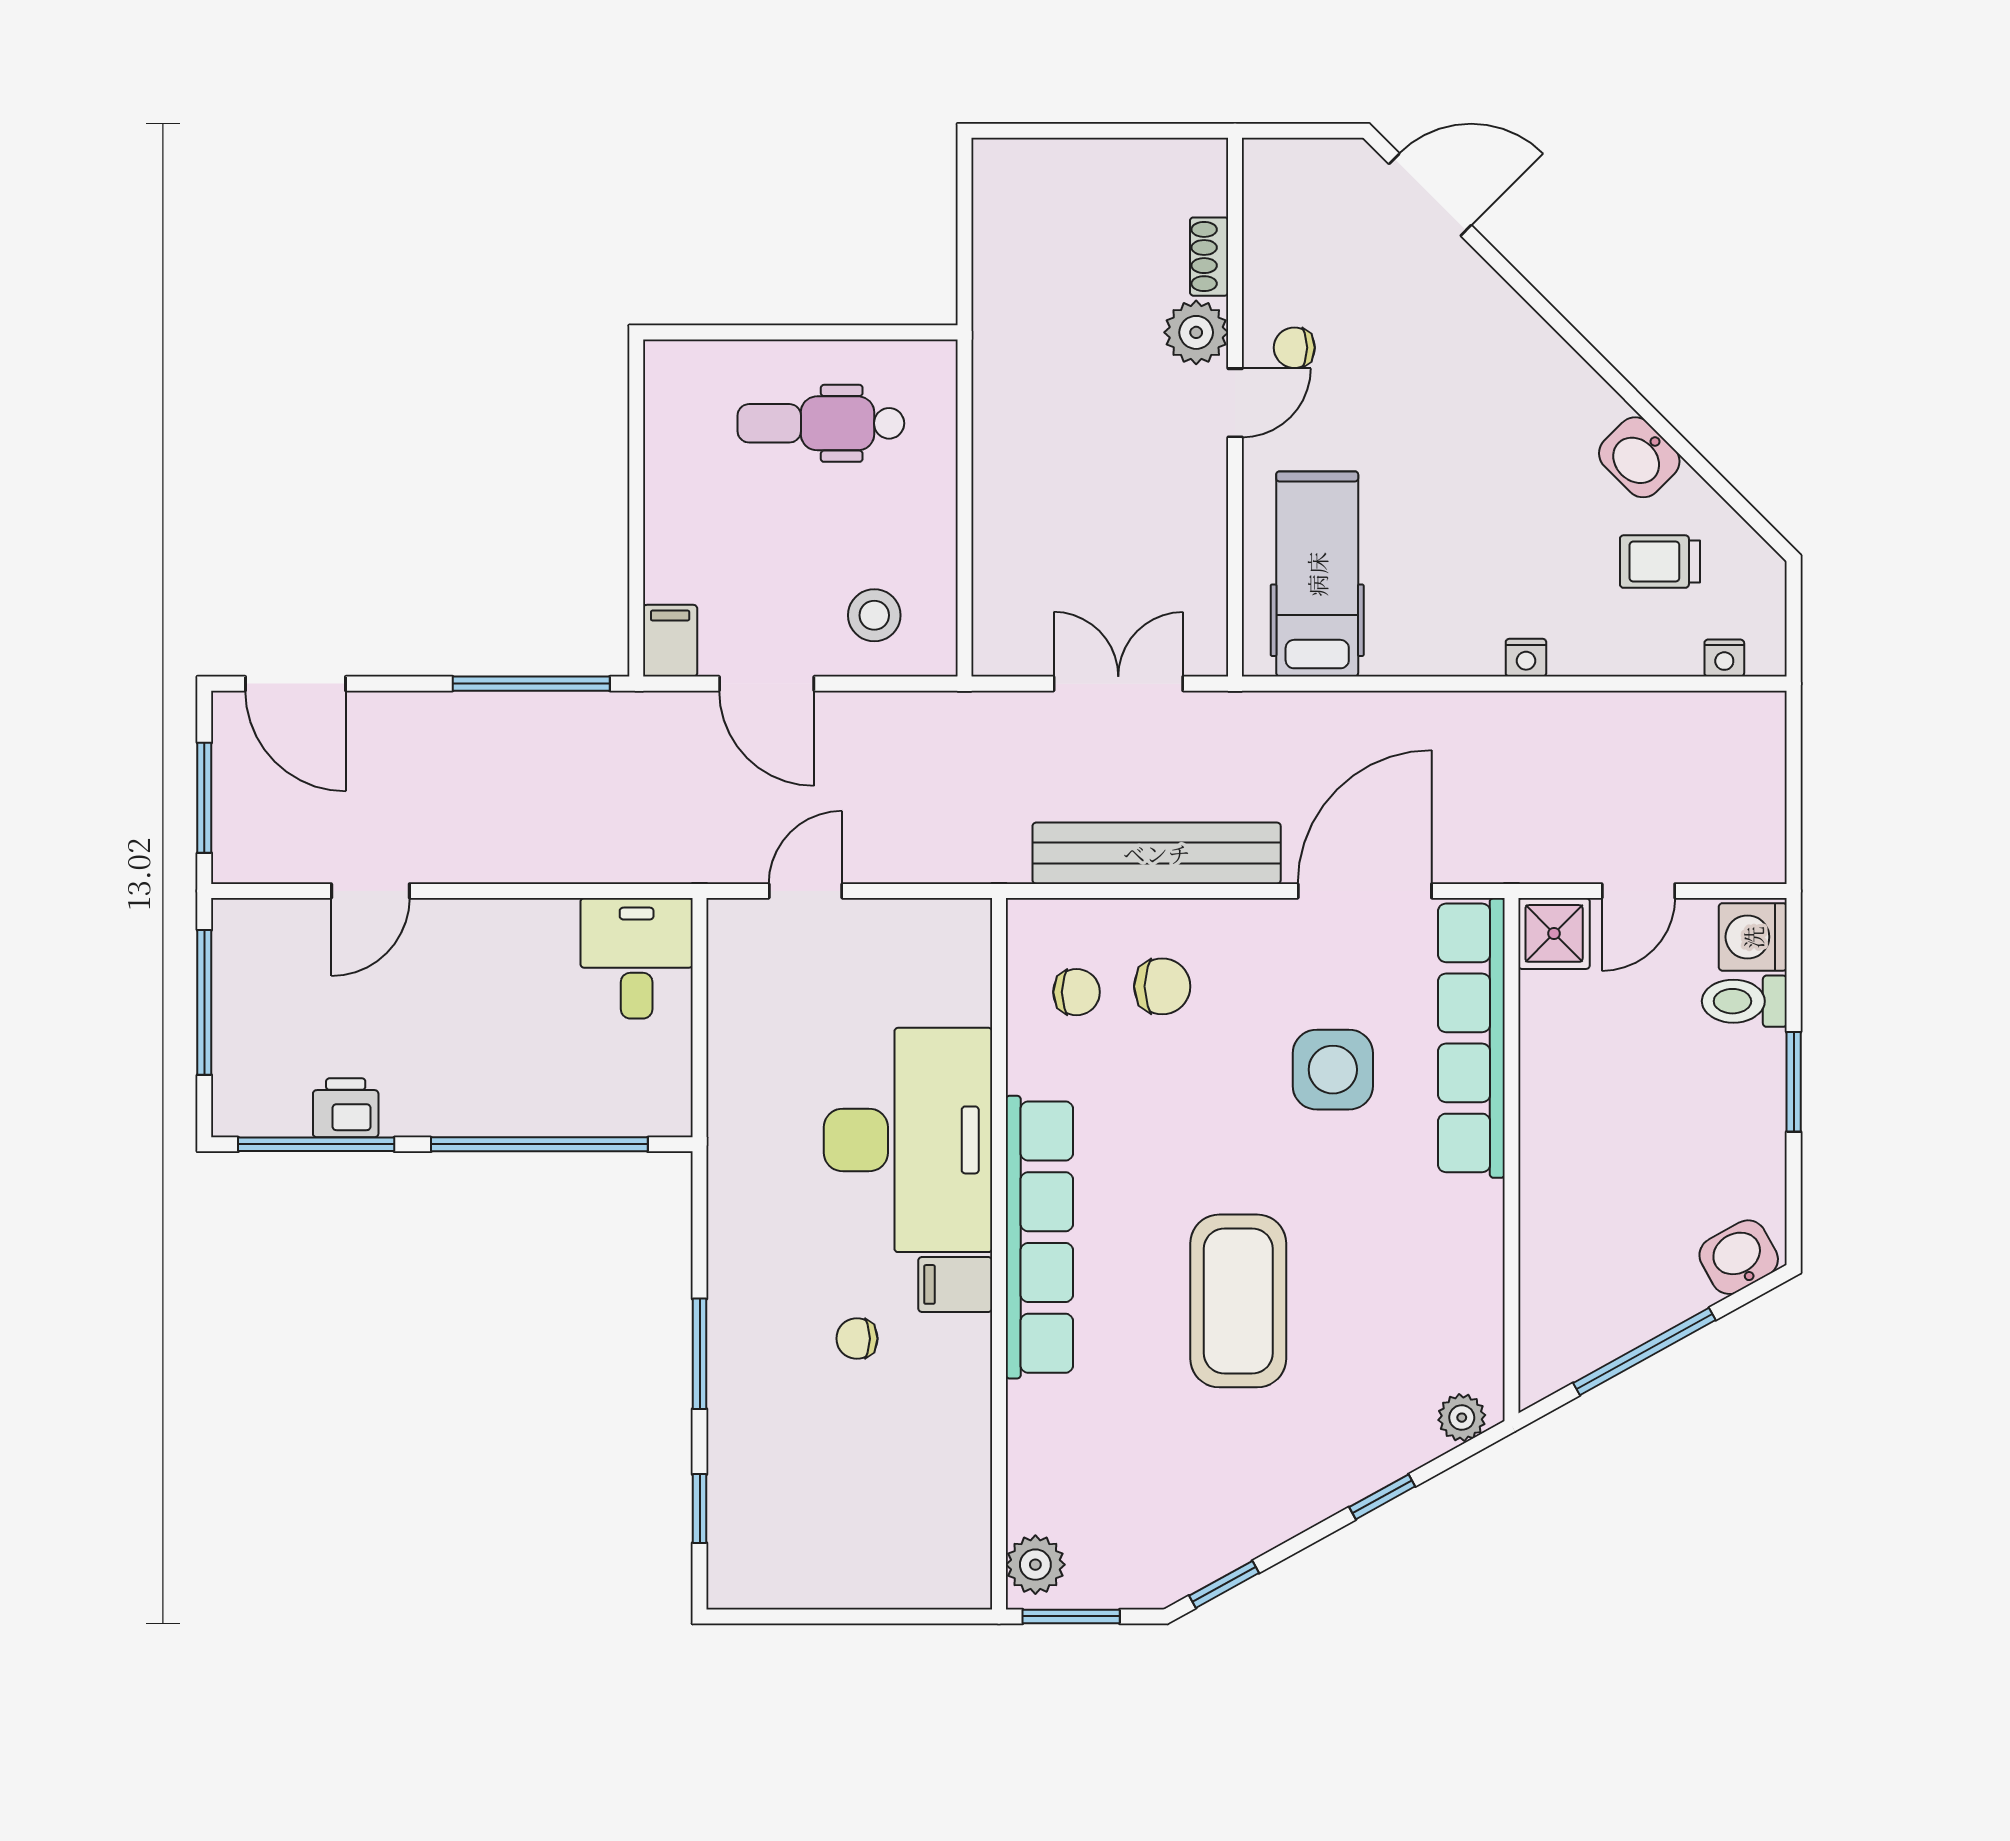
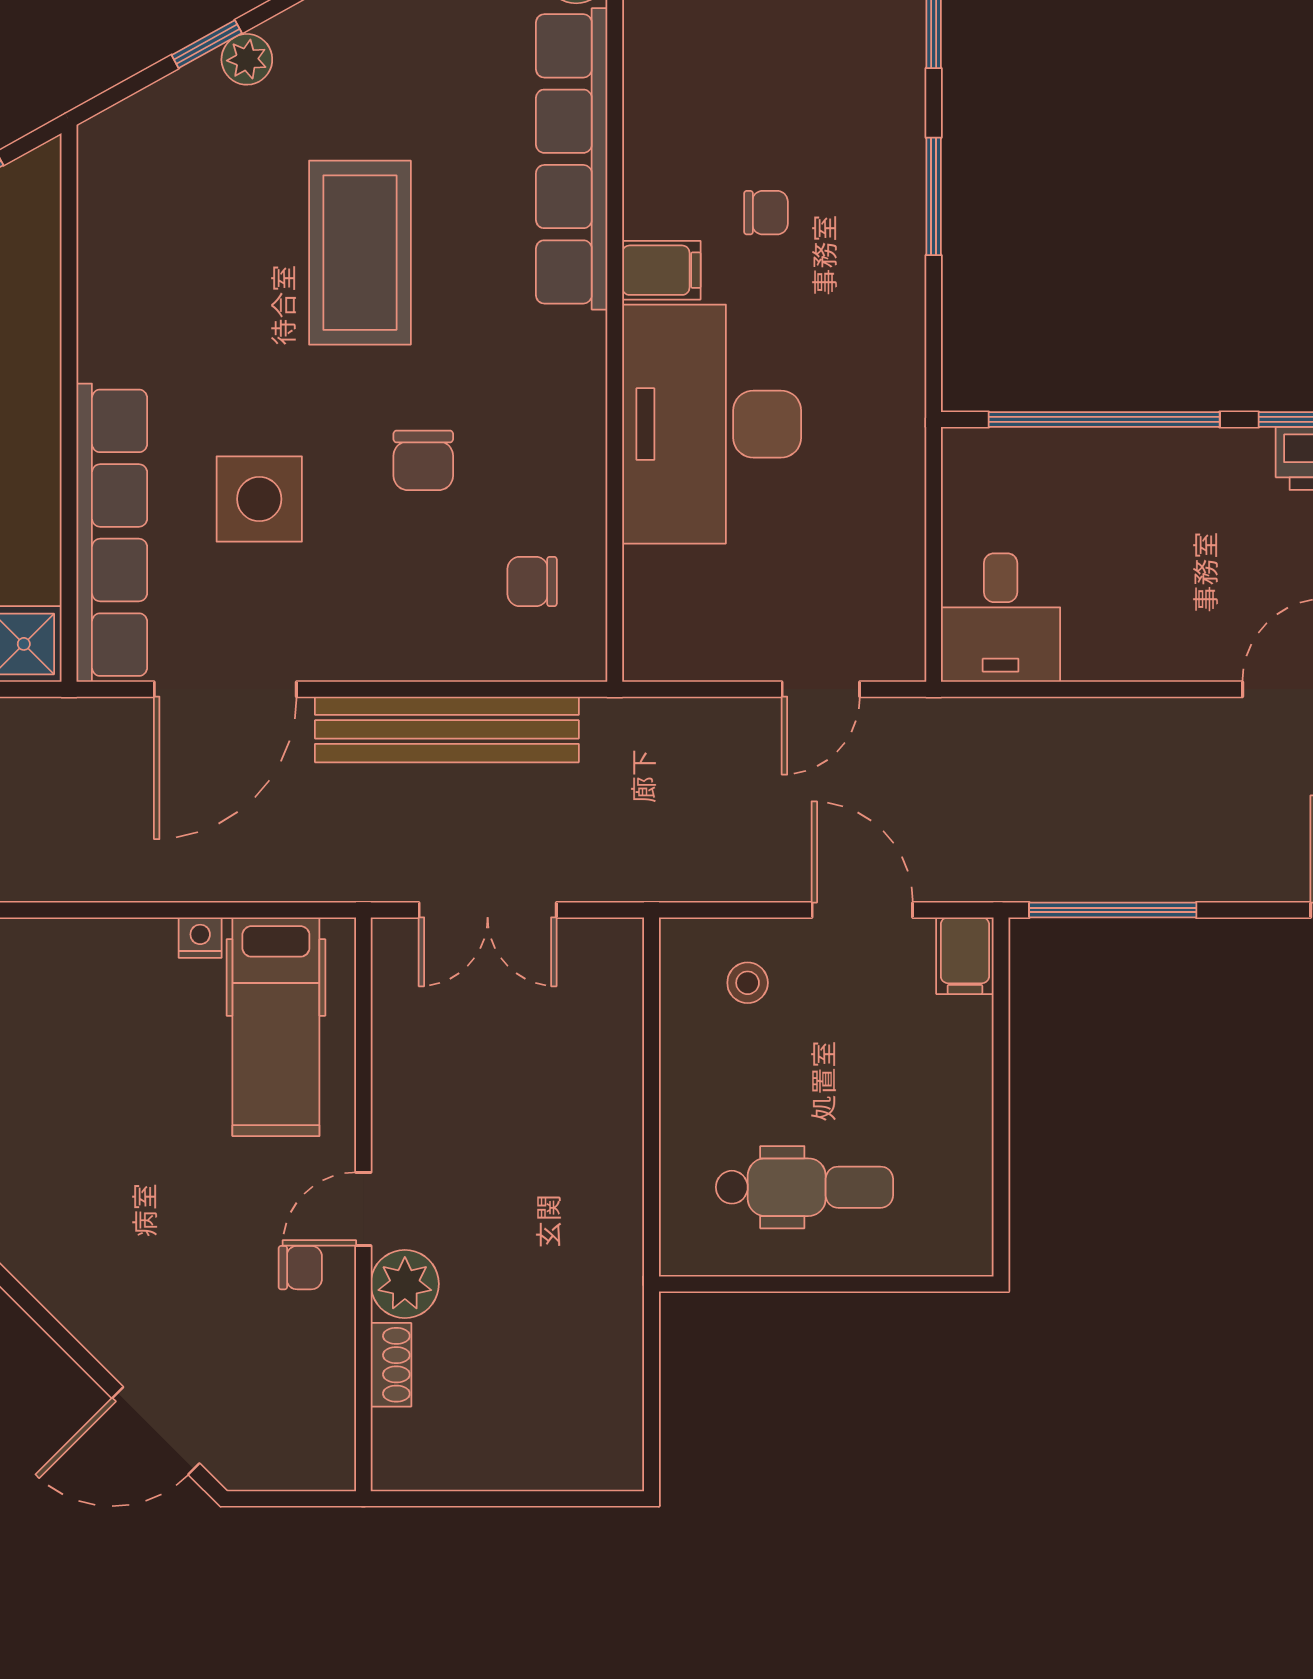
stool: (874, 615) -> (748, 983), width x0.73, depth x0.73
nightstand: (1526, 658) -> (200, 938), moved
chair: (1162, 986) -> (423, 460), moved, turned -90
row of seats: (1039, 1237) -> (572, 159), moved
plant: (1462, 1418) -> (247, 59), moved

